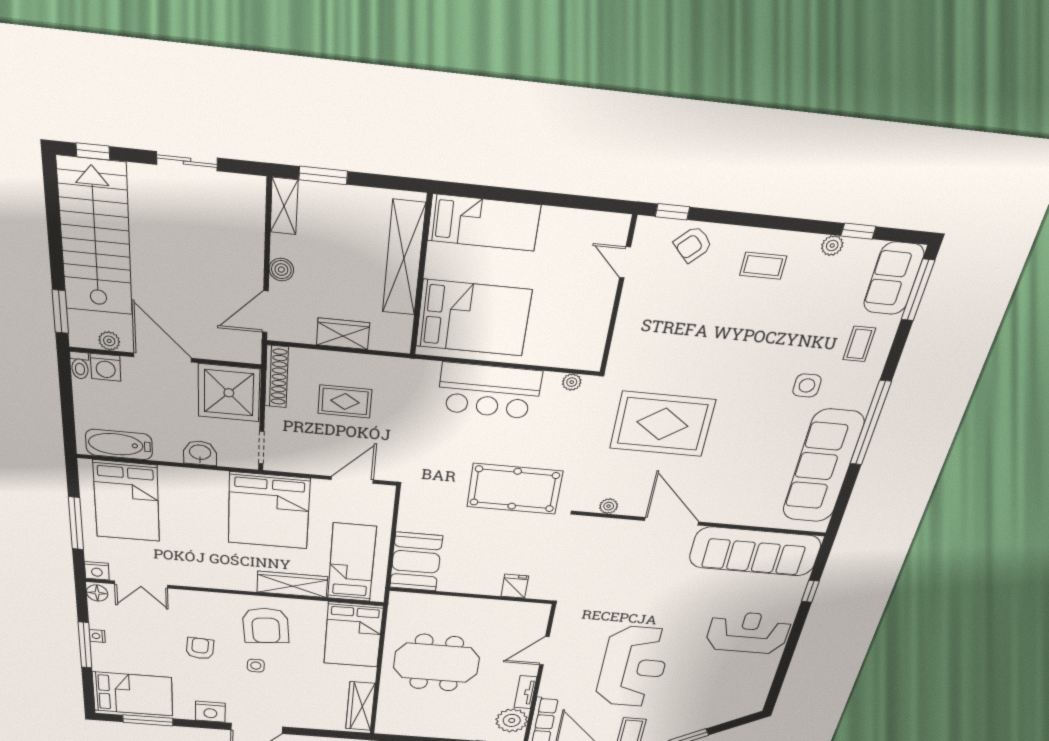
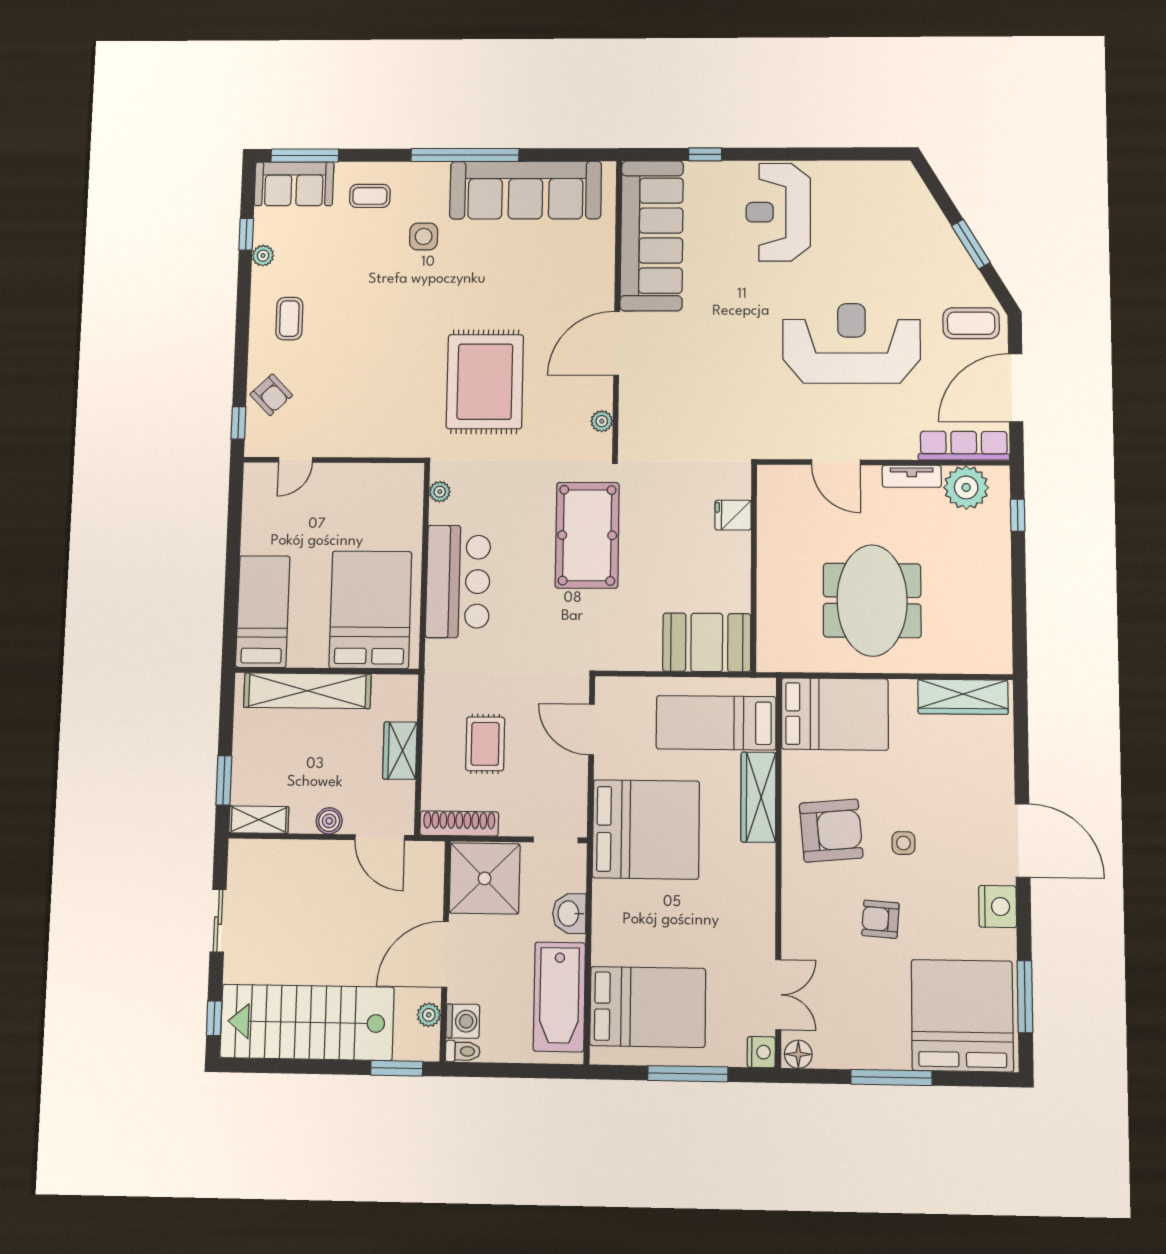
bathtub: (119, 444) -> (559, 997), width x1.36, depth x1.36
nightstand: (97, 636) -> (873, 1059), removed
bed: (133, 694) -> (962, 1016), width x1.36

